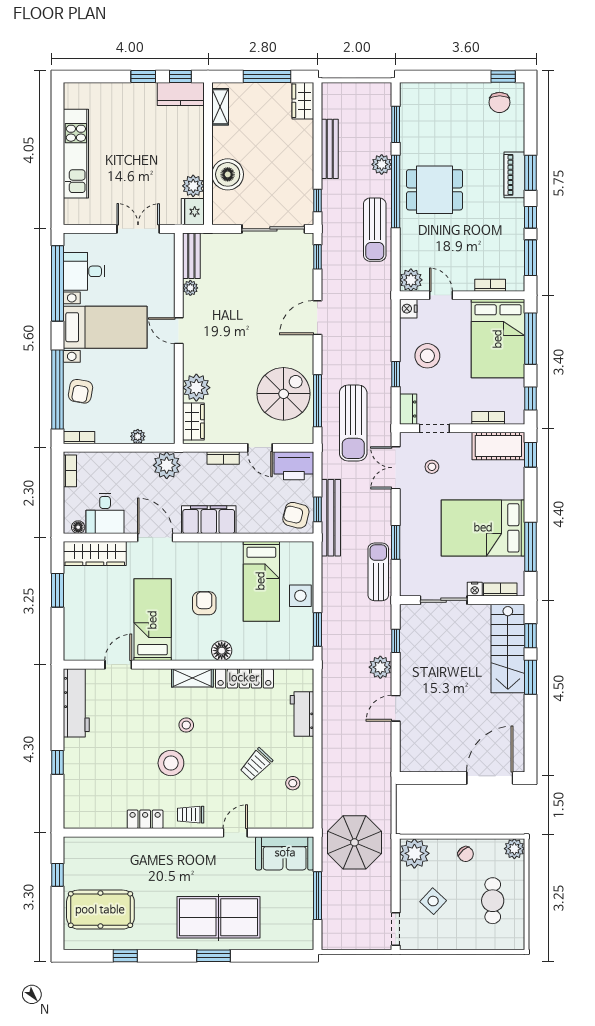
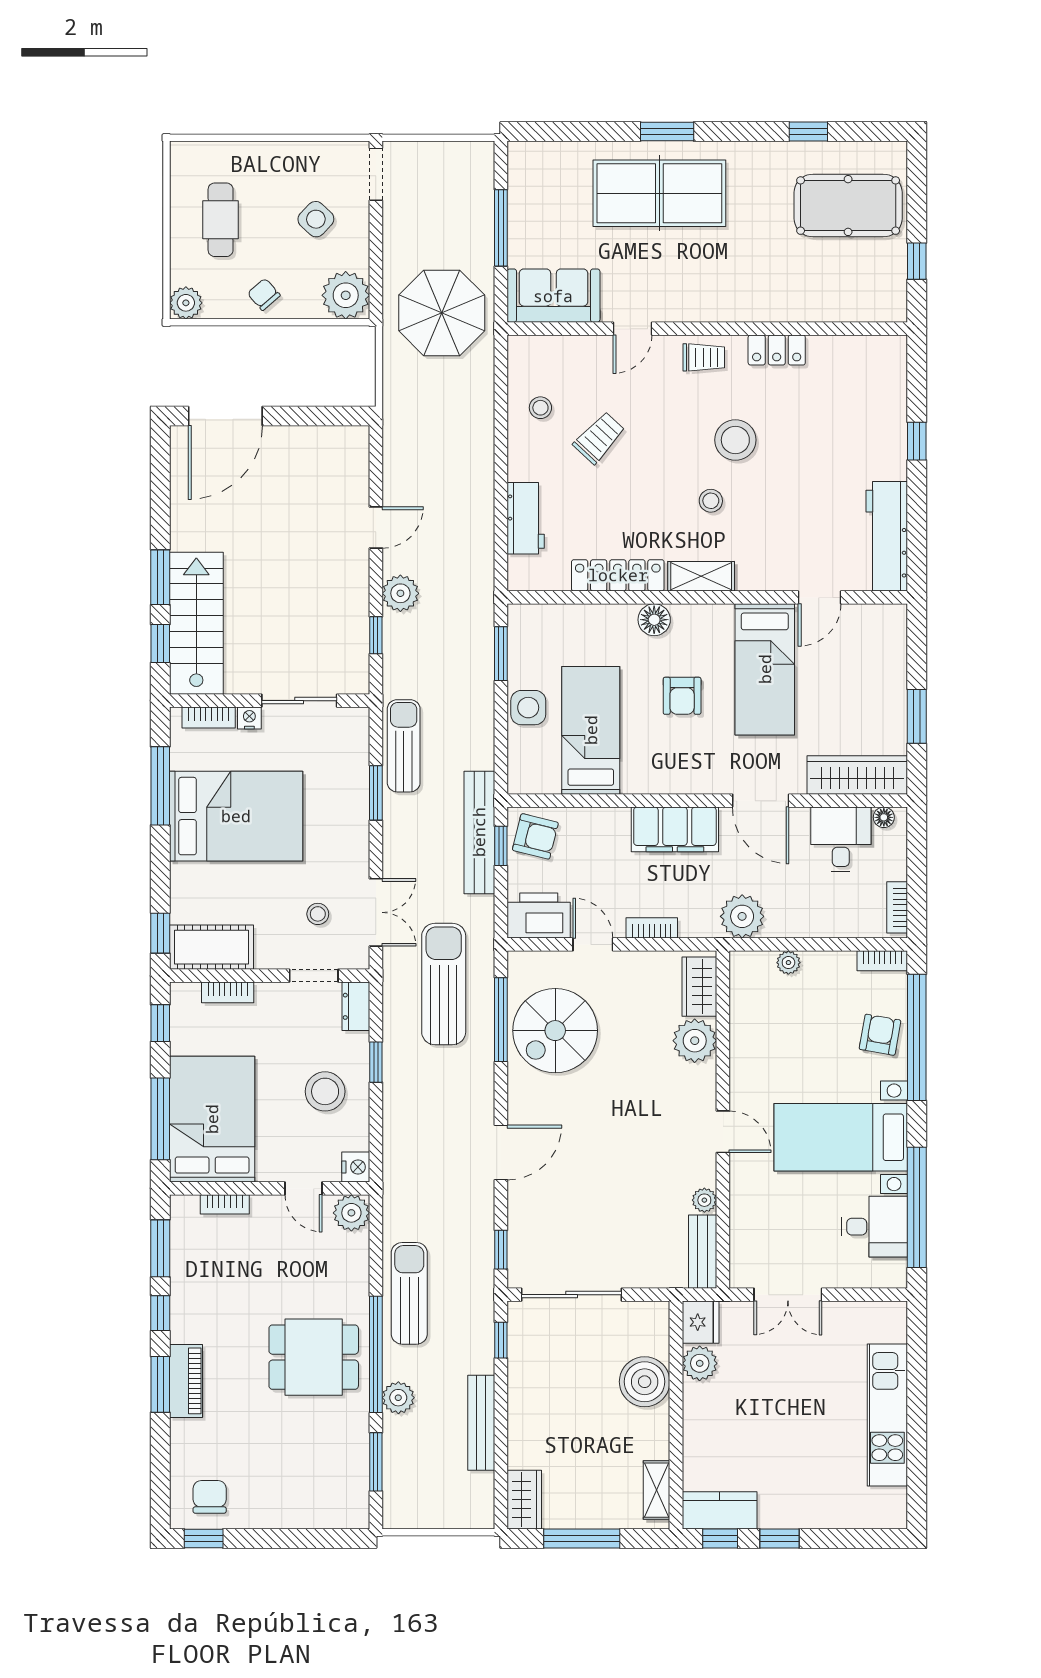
sun lounger: (378, 572) -> (404, 746), turned 180

